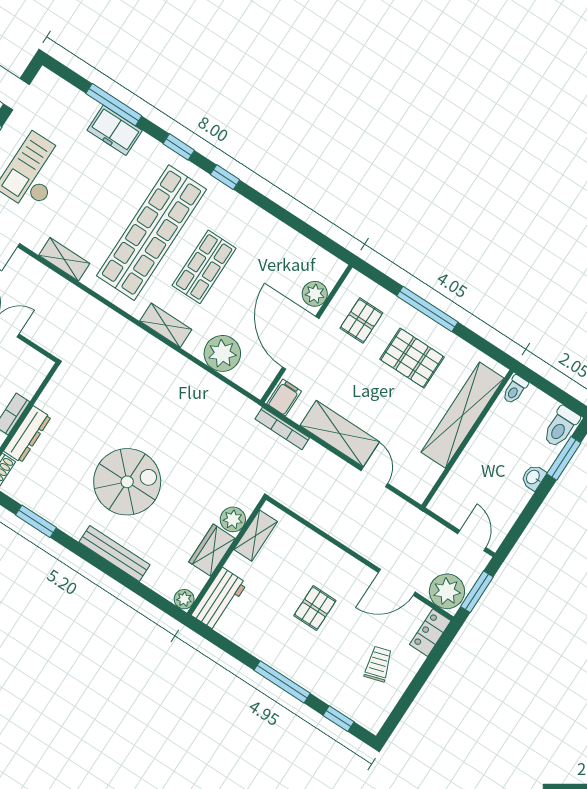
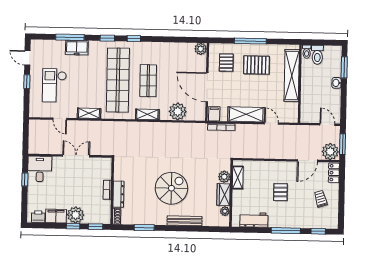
plant: (315, 294) -> (201, 49), moved
toilet: (561, 427) -> (317, 55), moved
plant: (184, 599) -> (225, 211), moved
workbench: (219, 599) -> (254, 220), moved, turned -90

